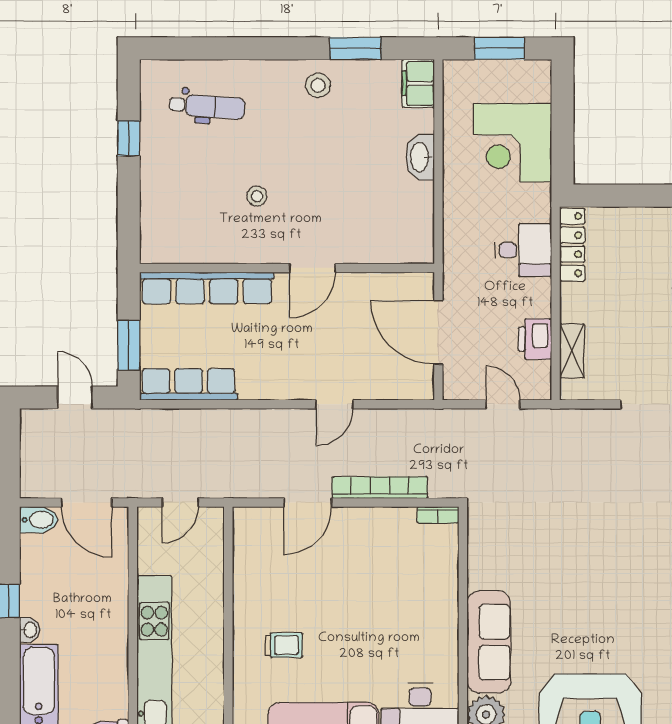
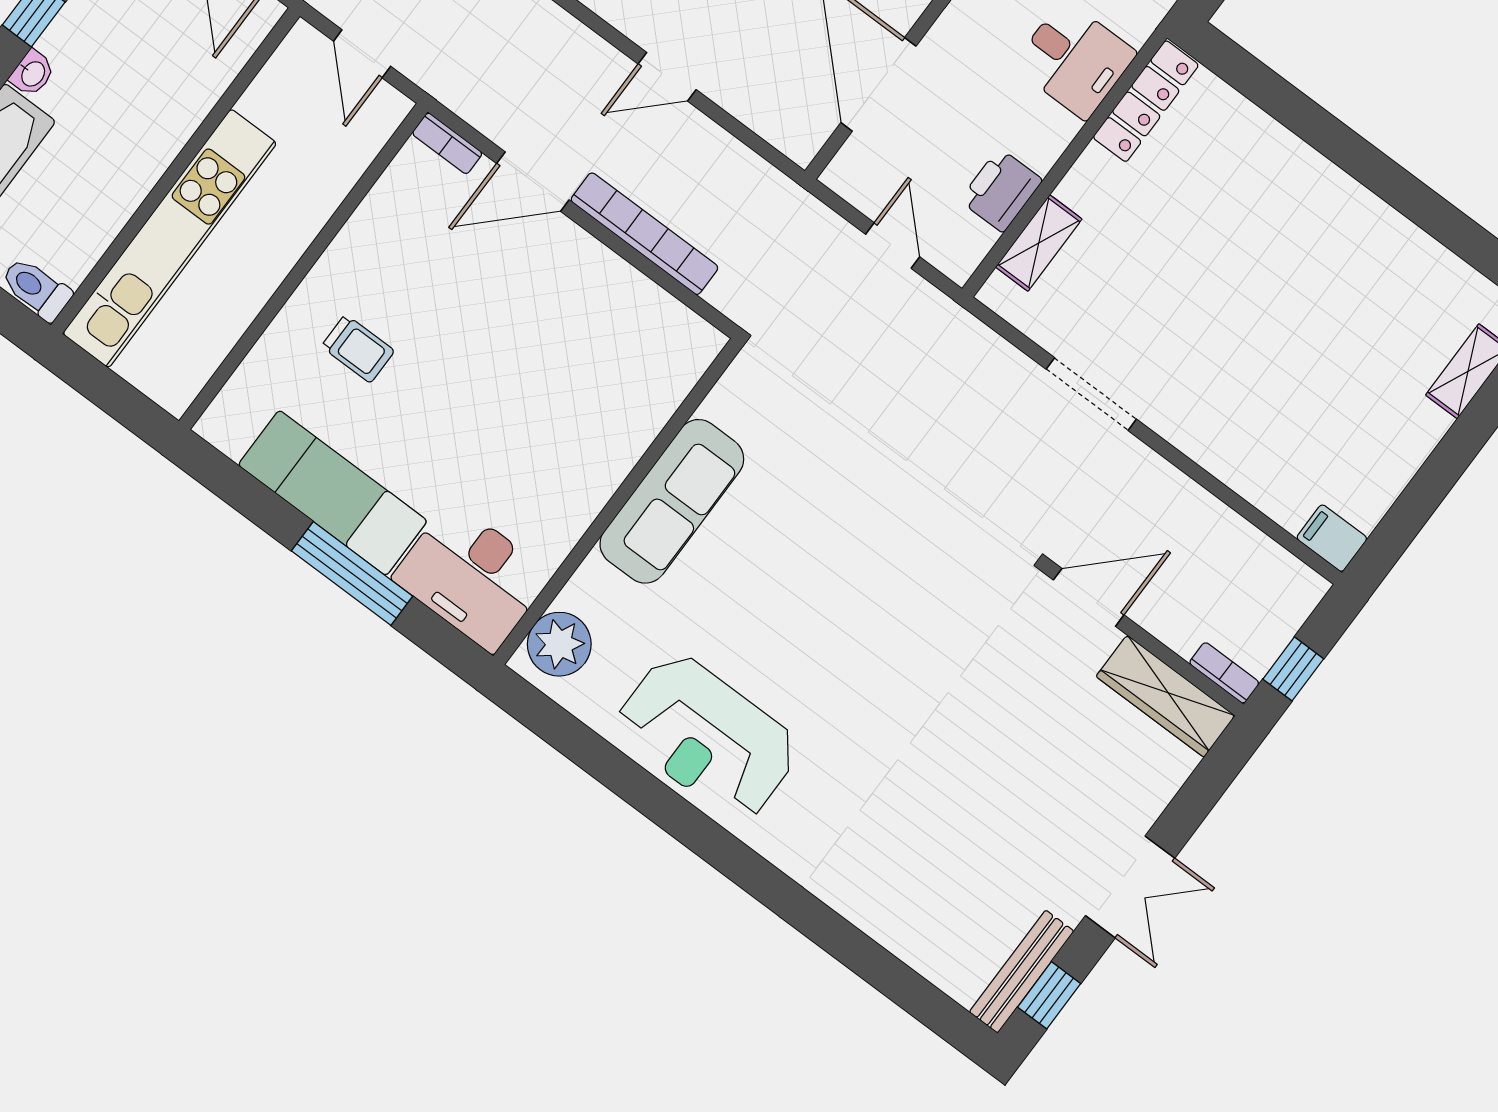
door: (180, 503) -> (362, 54), hinge flipped
bookcase: (438, 515) -> (447, 143), moved
sofa: (489, 642) -> (672, 501), moved

